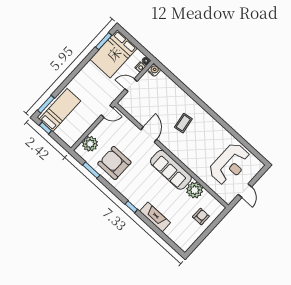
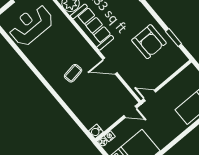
door: (131, 85) -> (130, 112), moved
door: (149, 135) -> (110, 66), hinge flipped
plant: (90, 144) -> (171, 65), removed

